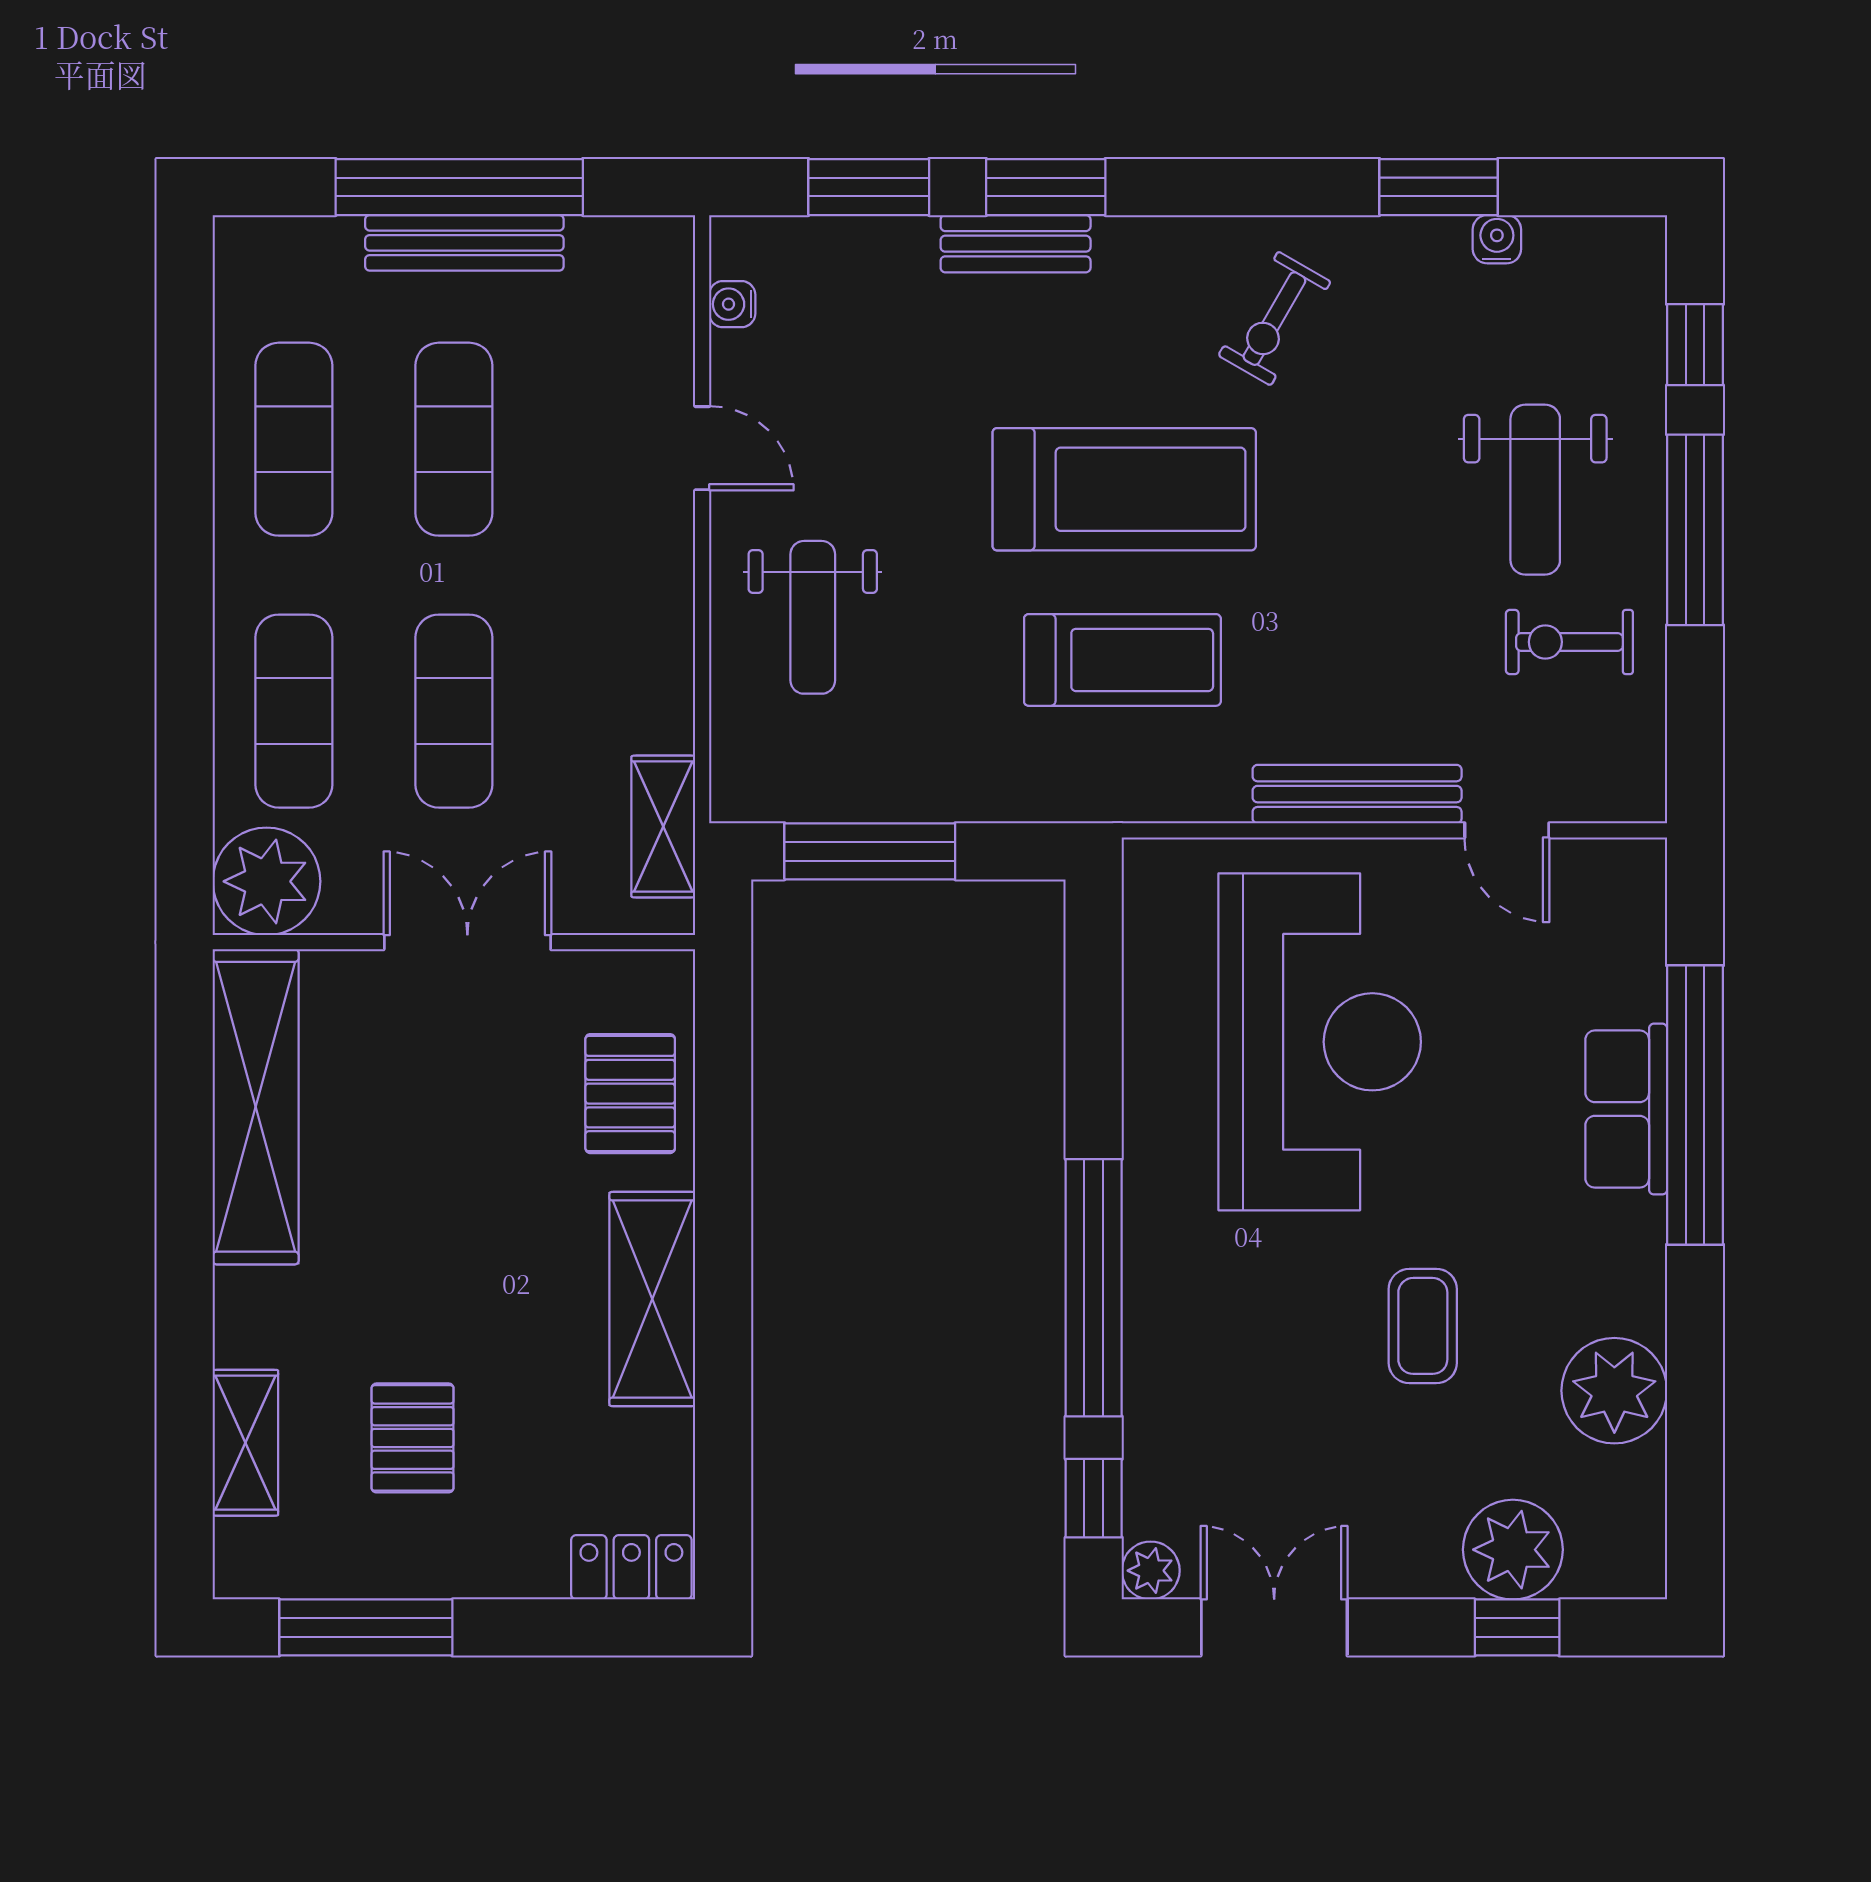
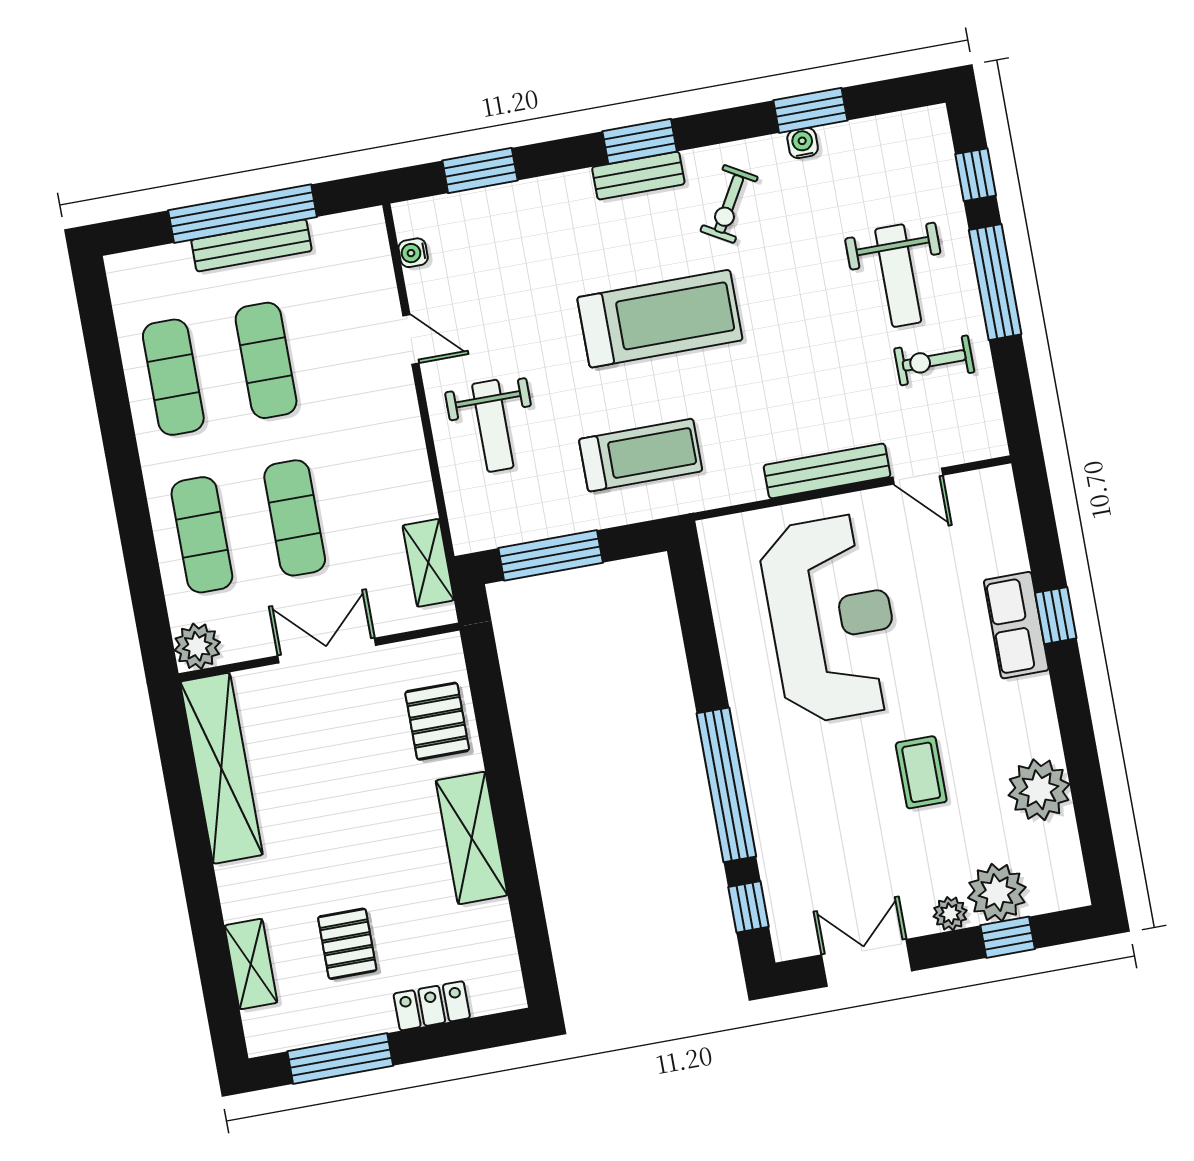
window: (1046, 187) -> (640, 141), moved
water cooler: (1497, 239) -> (803, 143), moved
bench: (1016, 244) -> (638, 176), moved
treadmill: (1122, 660) -> (641, 455), moved
plant: (267, 881) -> (197, 646), width x0.73, depth x0.73
window: (1695, 1105) -> (1056, 616), width x0.32
locker: (631, 1567) -> (432, 1006), moved
plant: (1151, 1571) -> (950, 914), moved

